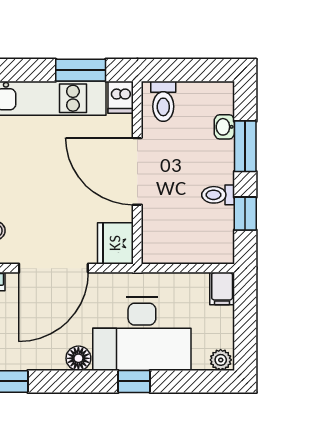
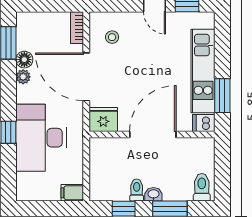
toilet: (163, 101) -> (202, 187), moved, turned 90
washbasin: (224, 127) -> (153, 194), moved
floor lamp: (78, 358) -> (24, 60), moved
plant: (221, 360) -> (23, 77), moved

